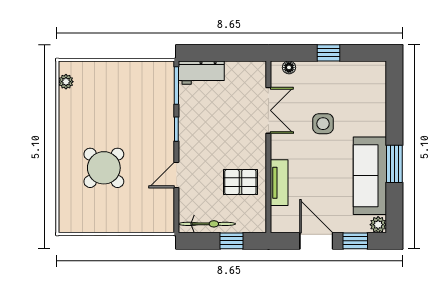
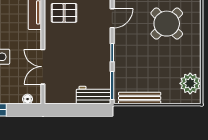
bench: (140, 69) -> (140, 98), added
plant: (66, 82) -> (190, 83), width x1.88, depth x1.88

